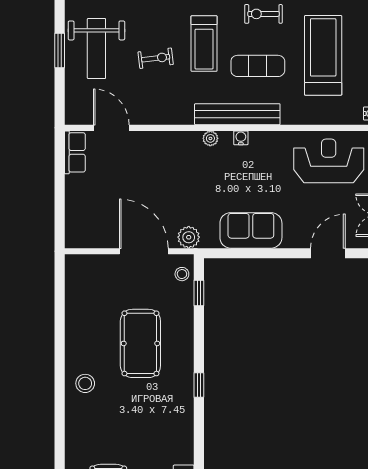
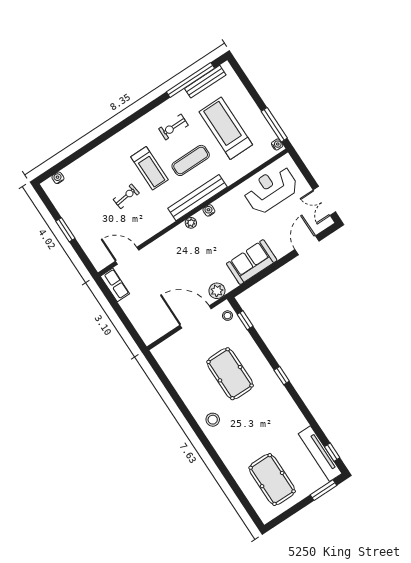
weight bench: (96, 49) -> (87, 214), removed

